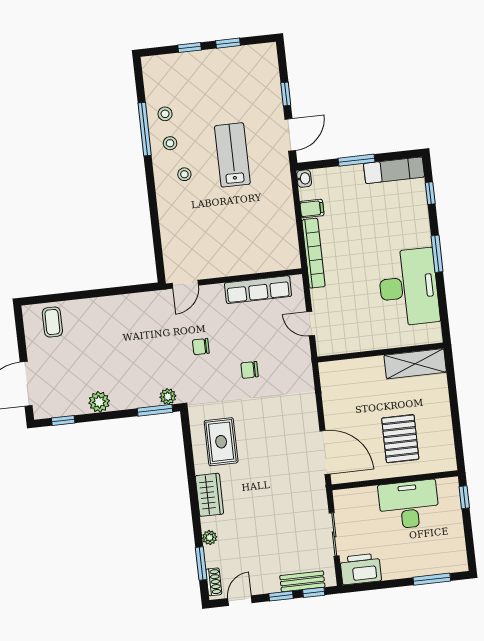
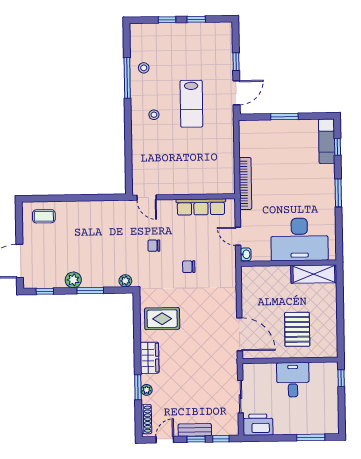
stool: (170, 143) -> (145, 90), removed
lab bench: (232, 155) -> (191, 104), turned 180
exam couch: (394, 170) -> (327, 141), moved, turned 90
washbasin: (304, 178) -> (246, 254), moved
filing cabinet: (312, 209) -> (247, 150), removed
door: (185, 284) -> (147, 198), hinge flipped
desk: (409, 287) -> (299, 239), moved, turned 90
coffee table: (52, 322) -> (44, 216), turned 90
window: (155, 410) -> (90, 291), moved
rug: (221, 442) -> (162, 319), turned 90
desk: (409, 505) -> (293, 380), width x0.73
window: (201, 564) -> (138, 387), moved
bench: (302, 581) -> (195, 430), moved
shoe rack: (214, 582) -> (146, 419), width x1.43

